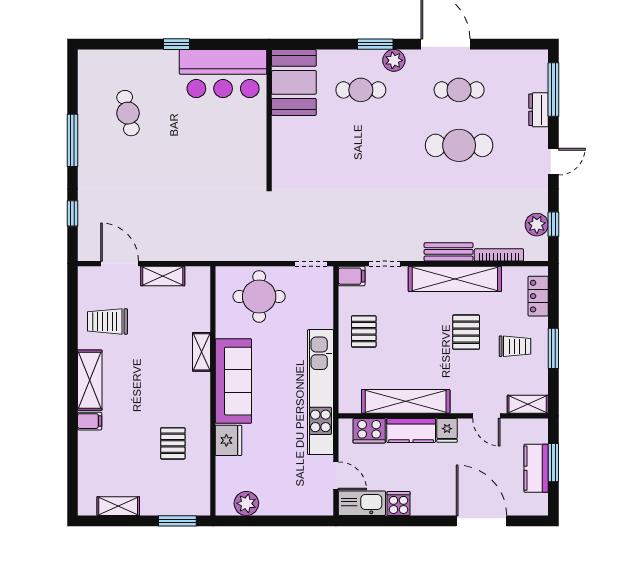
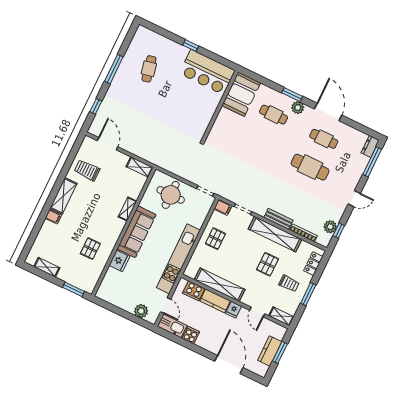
dresser: (539, 110) -> (370, 146), moved
shelving: (163, 276) -> (140, 167), moved
plant: (246, 503) -> (141, 311), moved

